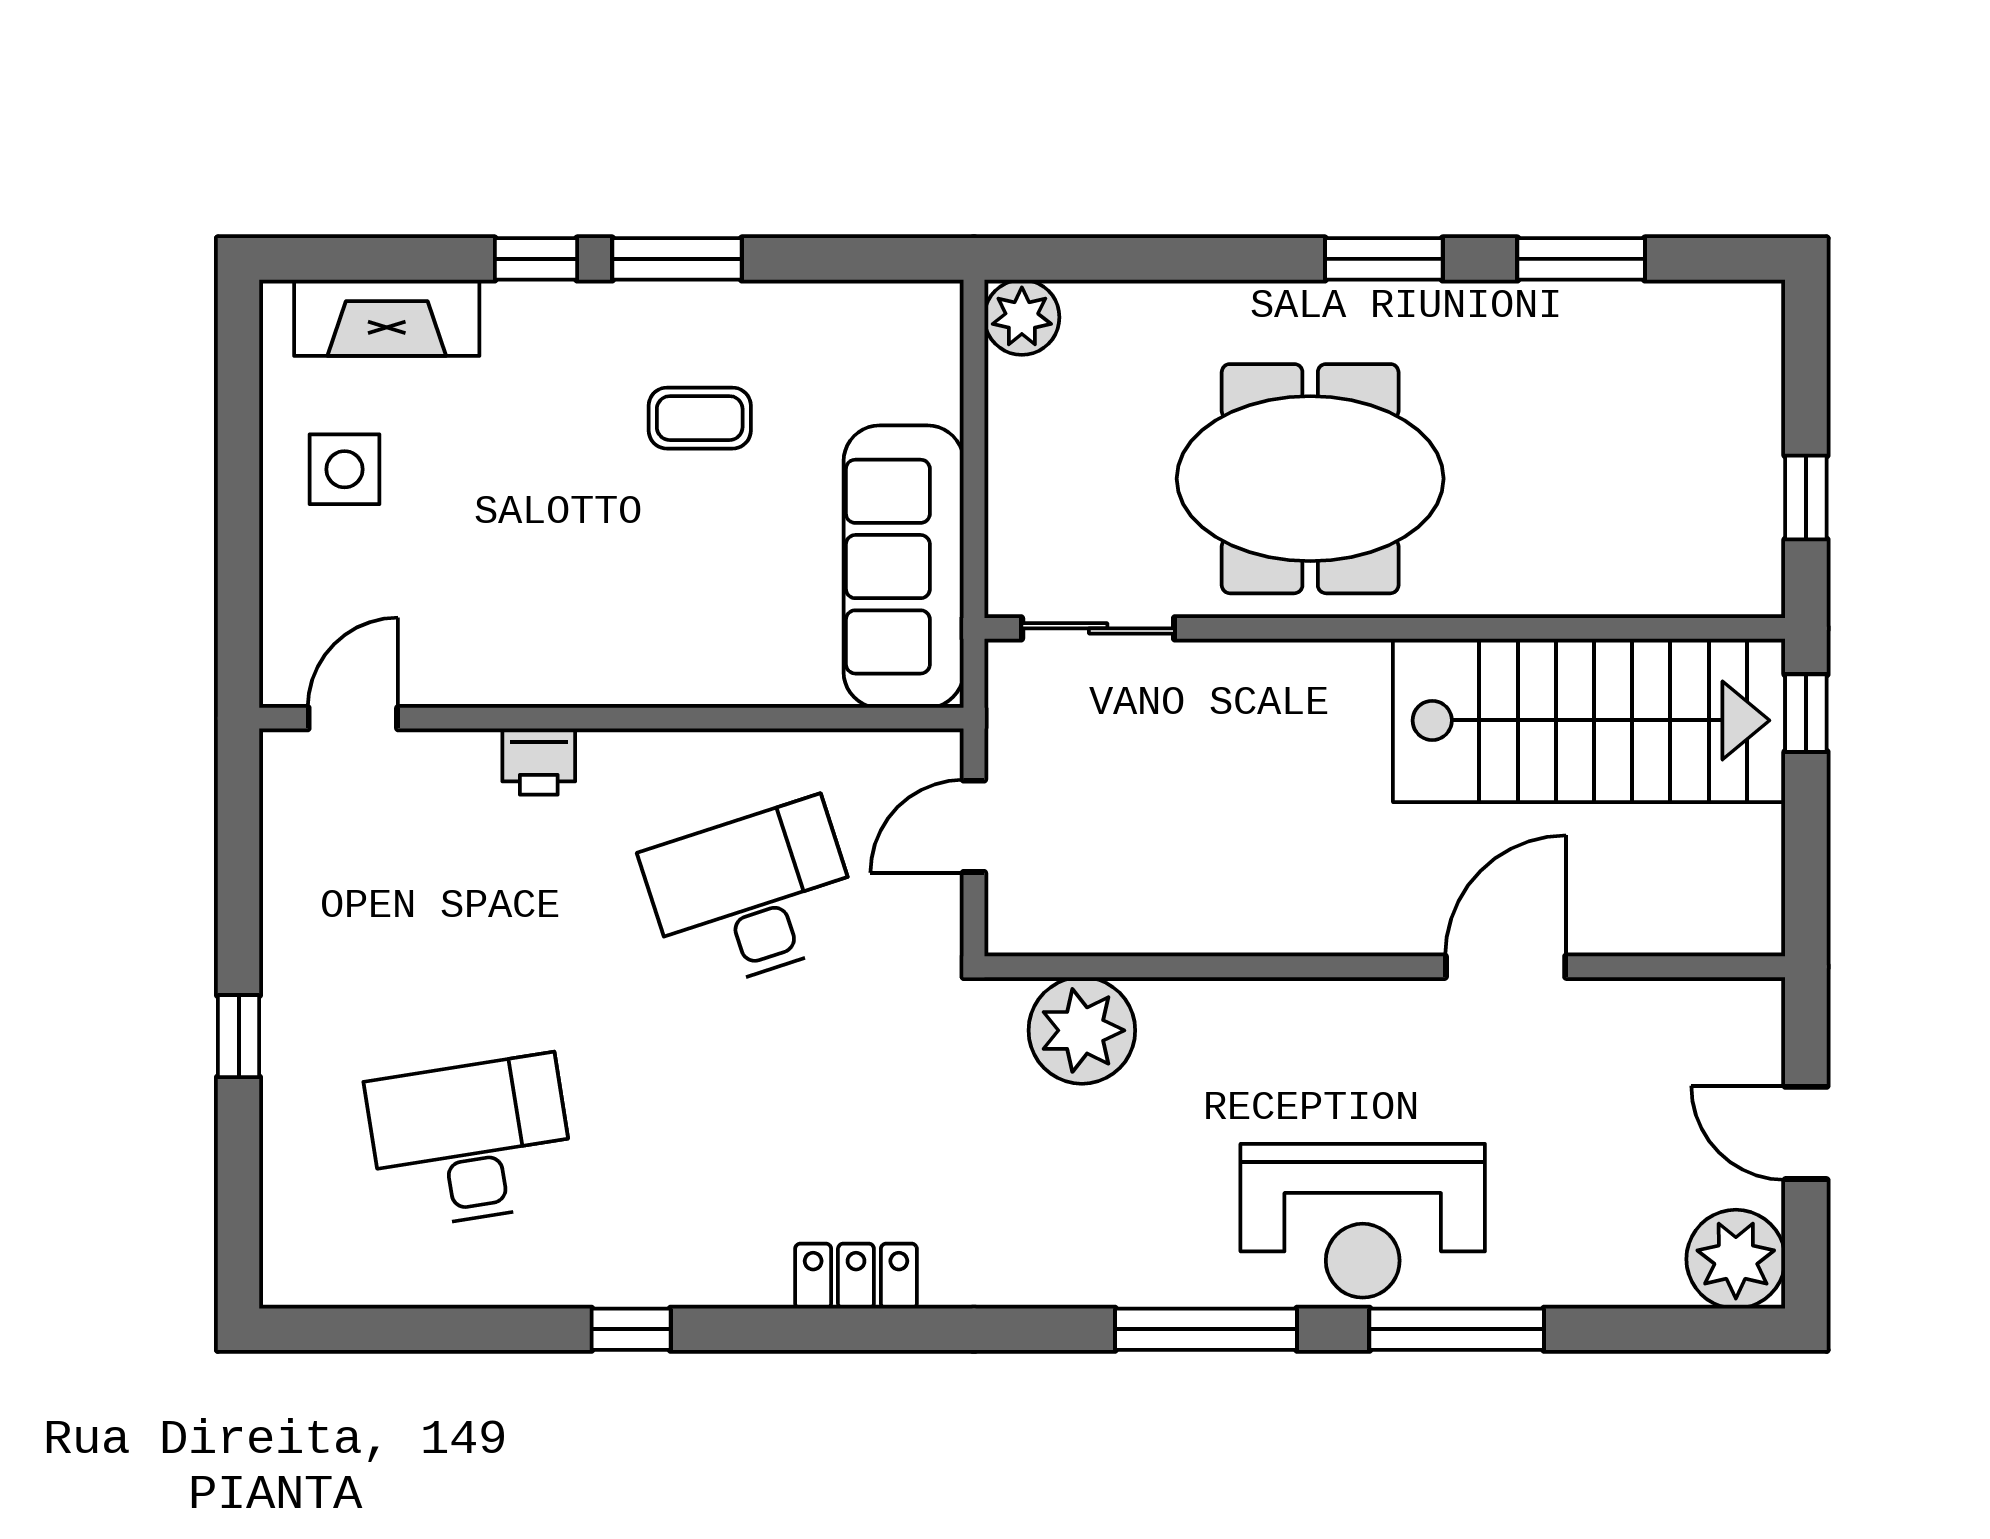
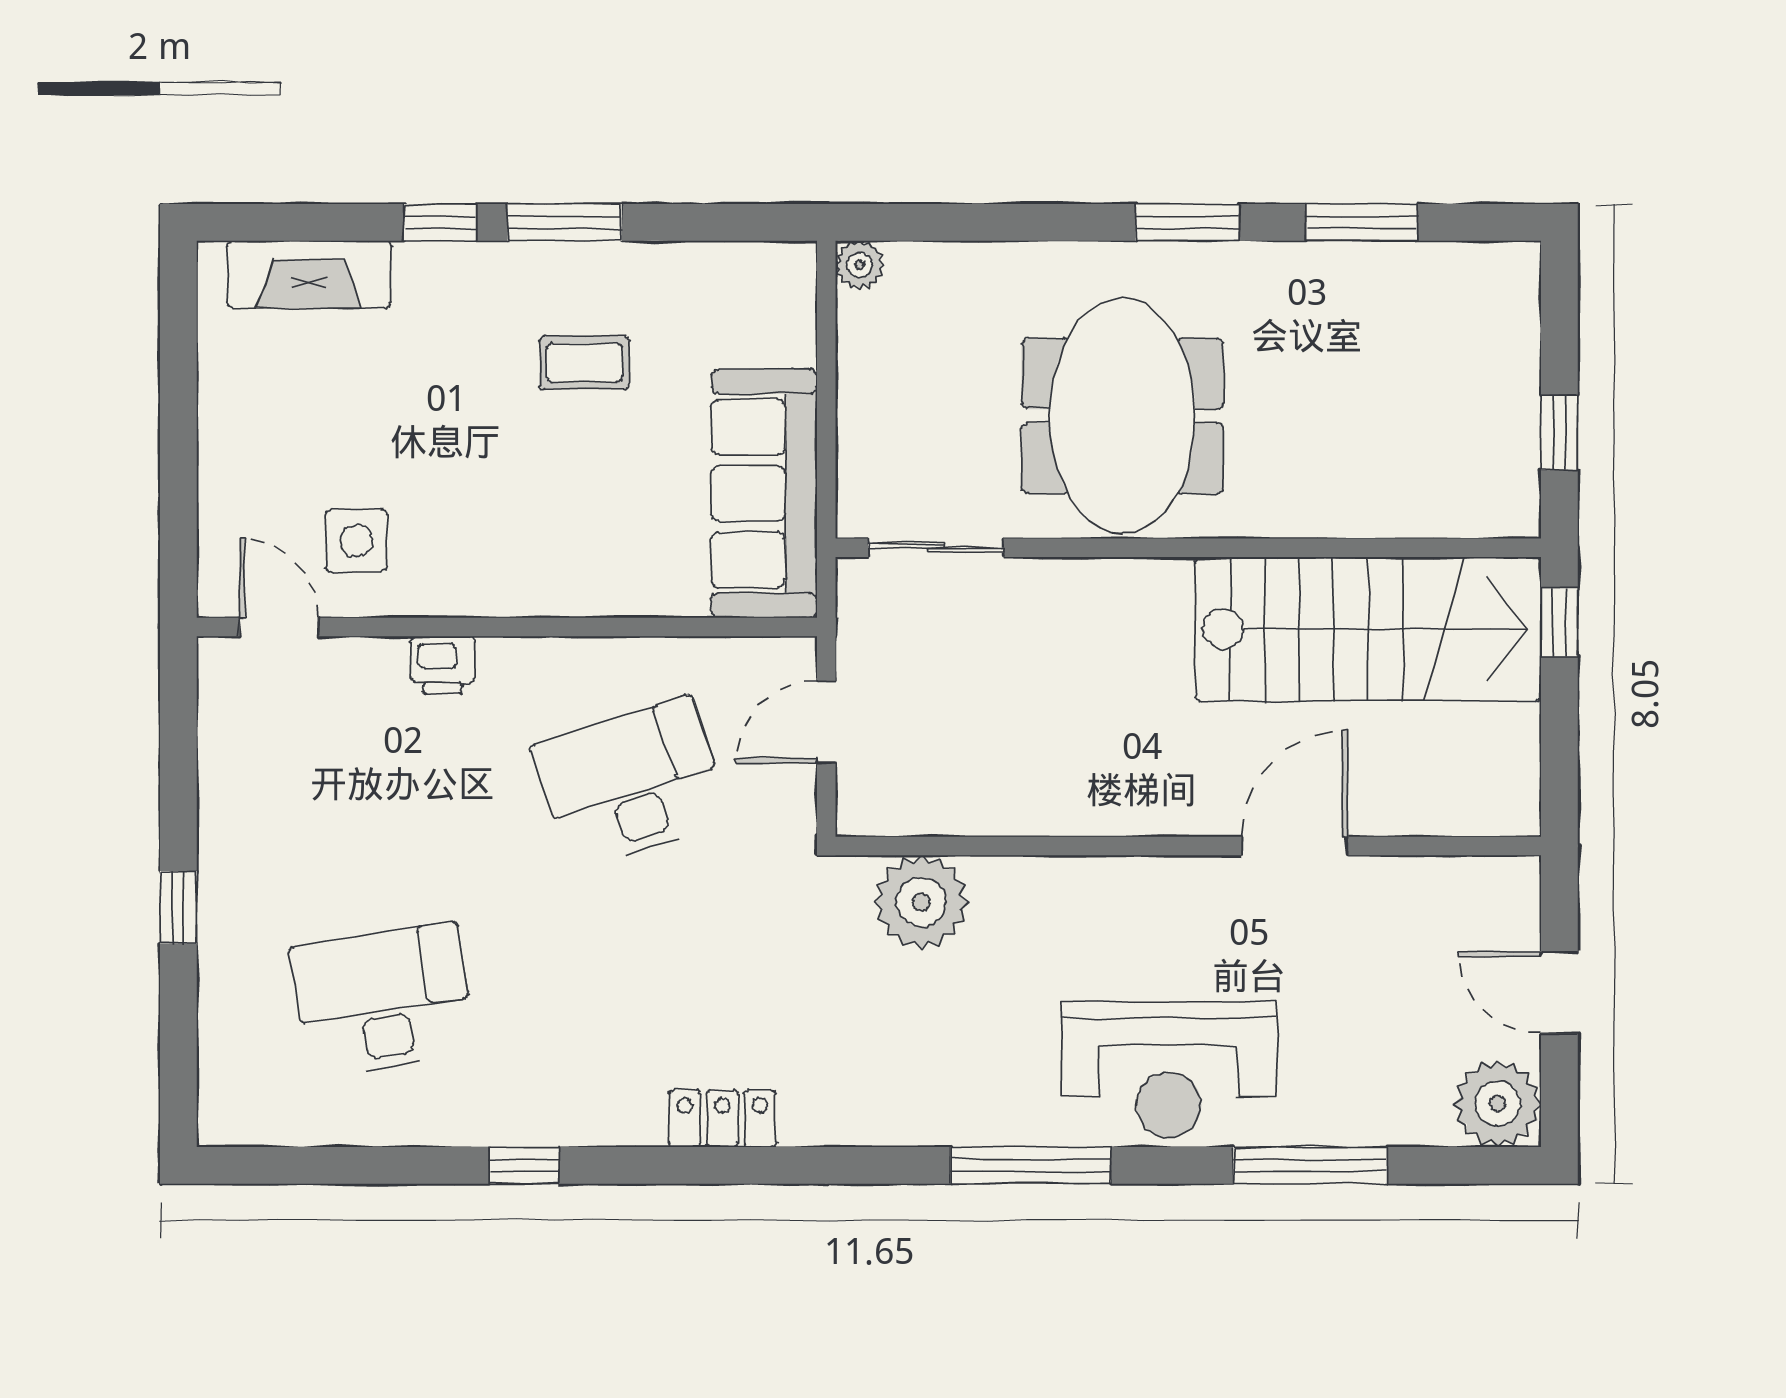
plant: (1022, 317) -> (859, 265), width x0.73, depth x0.73
side table: (345, 469) -> (356, 541), moved
meeting table: (1310, 479) -> (1122, 416), turned 90
door: (353, 718) -> (279, 627), hinge flipped
window: (1457, 1329) -> (1310, 1165), moved

